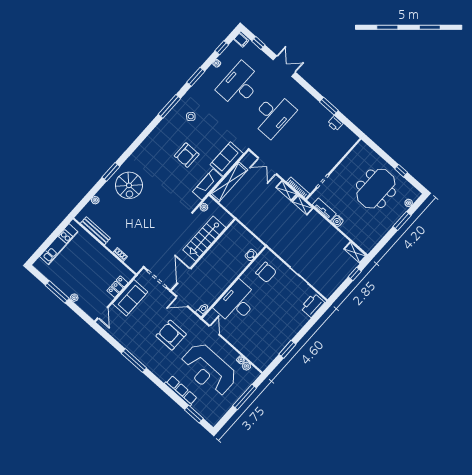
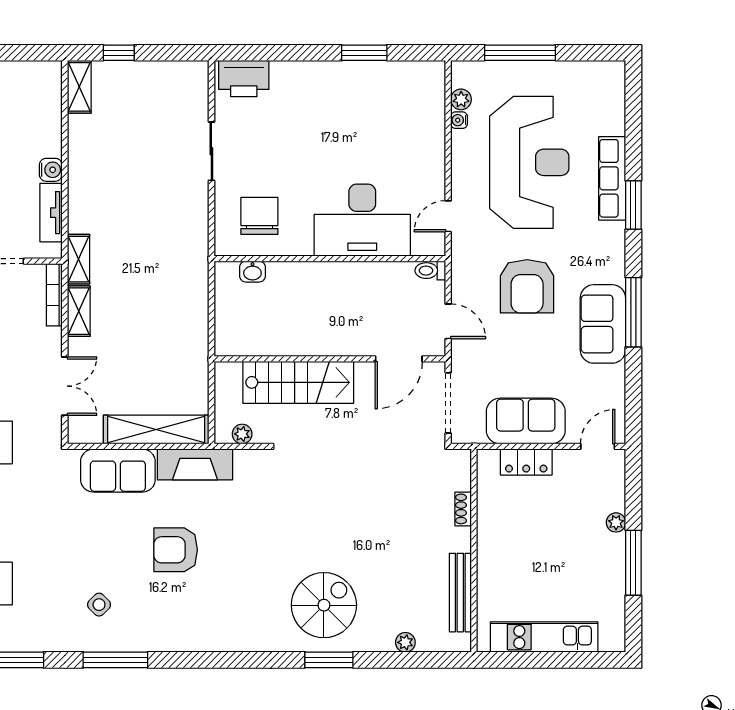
armchair: (187, 155) -> (176, 550), turned 180
sofa: (139, 348) -> (603, 324), added
window: (194, 414) -> (633, 205), moved

